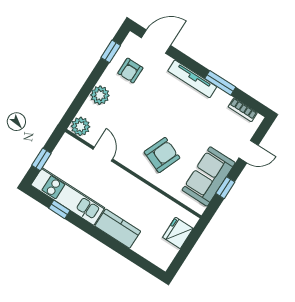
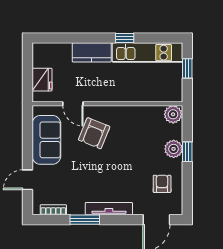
window: (111, 51) -> (187, 152), moved
door: (103, 154) -> (73, 104), moved
window: (225, 188) -> (27, 139), removed
window: (59, 209) -> (125, 38), moved

